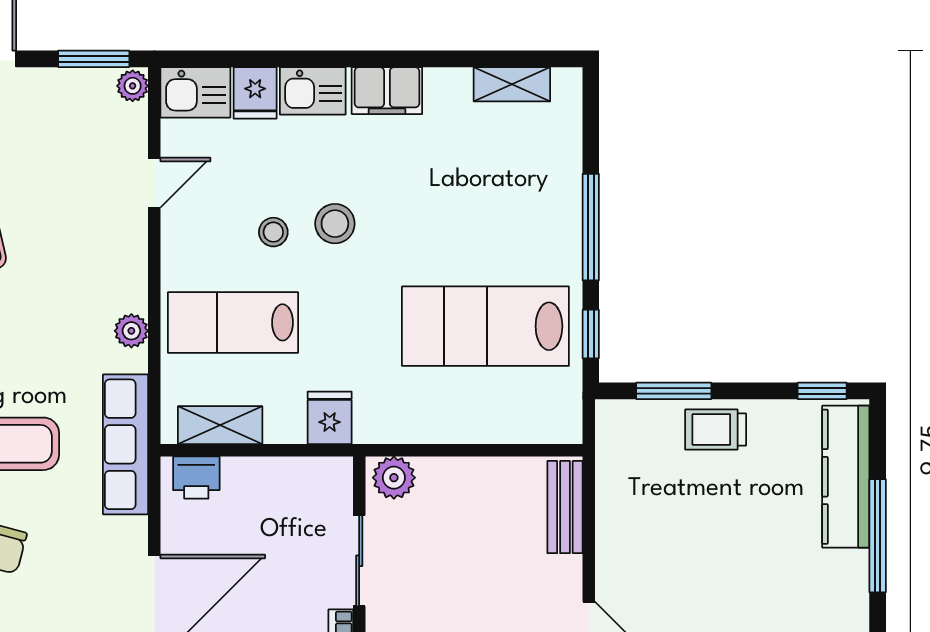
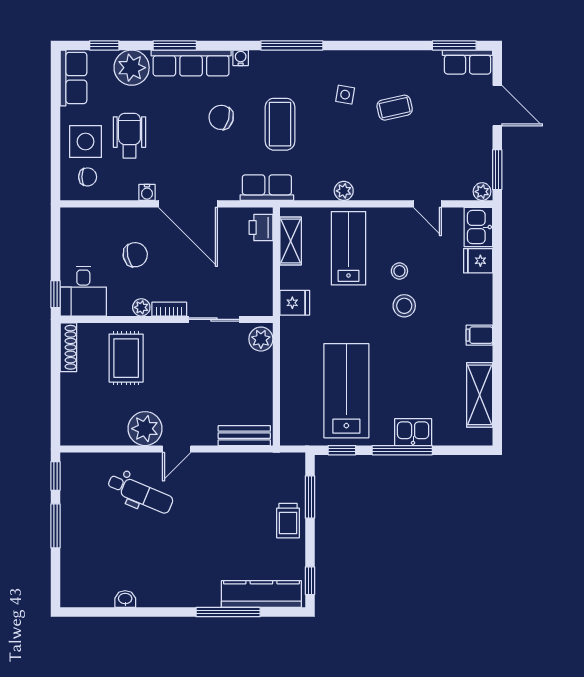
shelving: (512, 84) -> (480, 395), width x1.50, depth x1.33
kitchen sink: (313, 91) -> (413, 432), moved, turned 90
filing cabinet: (387, 91) -> (479, 335), width x0.50
trolley: (716, 430) -> (288, 521), turned 180
row of seats: (126, 444) -> (267, 188), width x0.68

